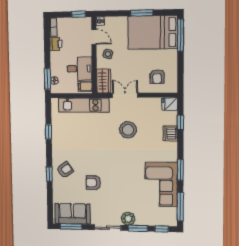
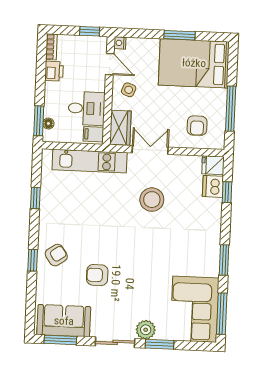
window: (181, 35) -> (231, 109), moved
dishwasher: (170, 133) -> (213, 186), moved
corner sofa: (161, 185) -> (195, 309), moved
window: (162, 229) -> (194, 346), removed

